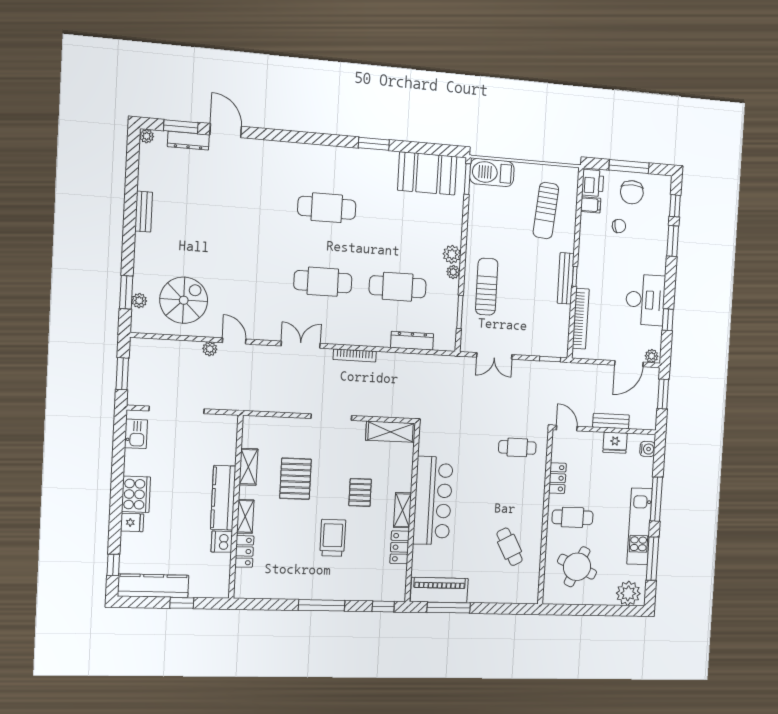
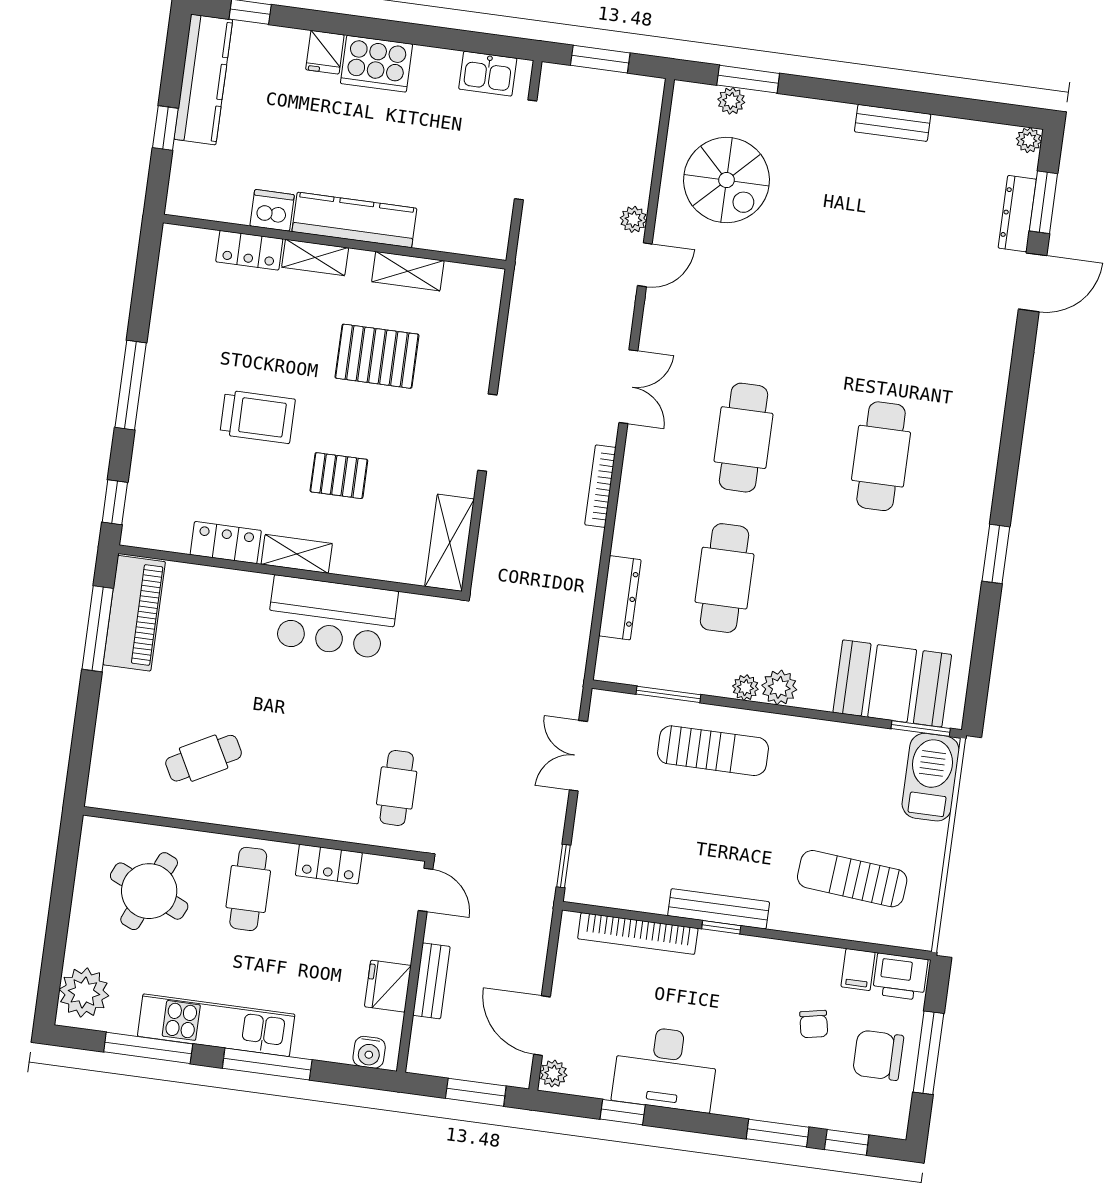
booth: (427, 173) -> (892, 683), moved, turned 90
door: (567, 428) -> (426, 890), hinge flipped
bar counter: (433, 501) -> (332, 617), width x0.73

